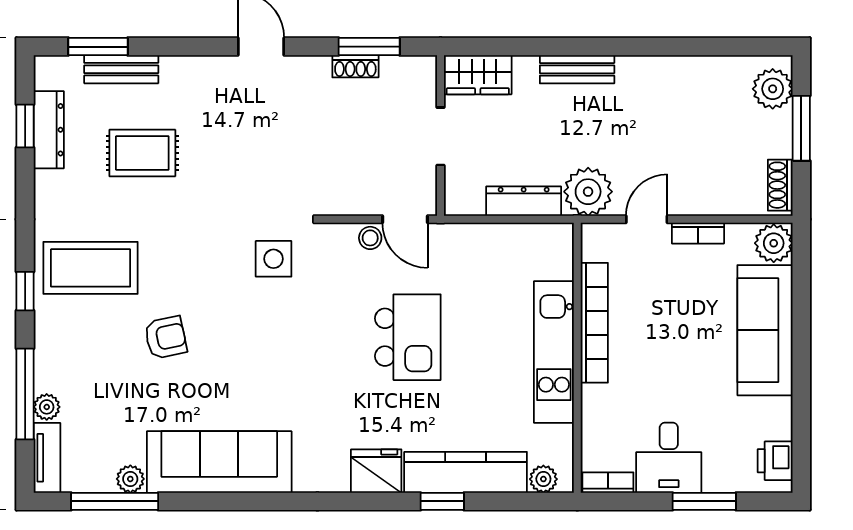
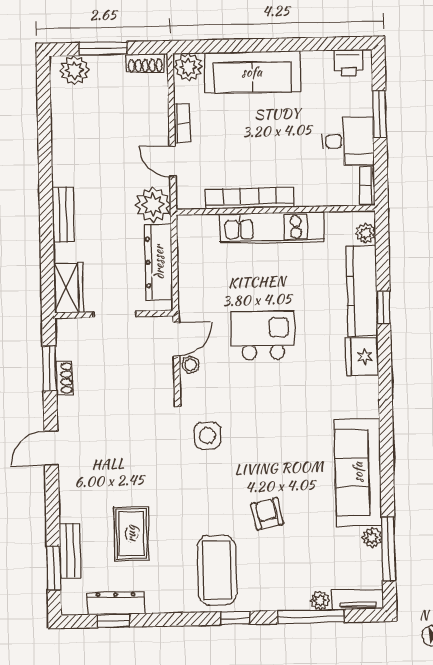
dresser: (524, 201) -> (159, 262), width x1.37, depth x1.24

